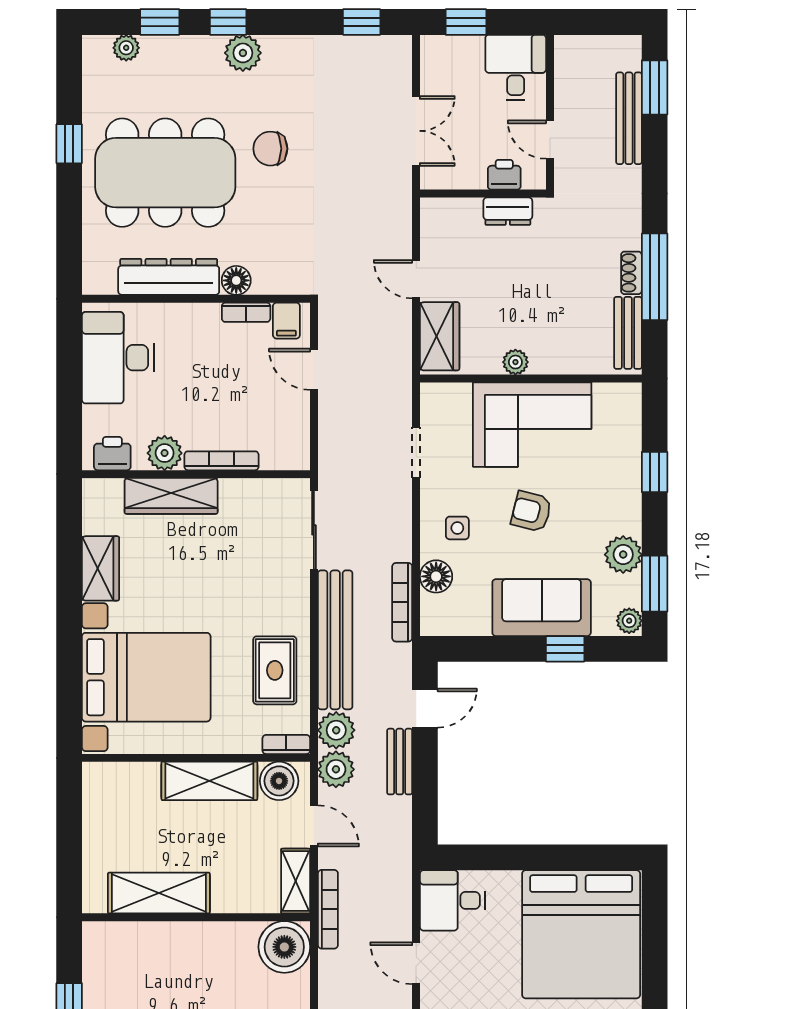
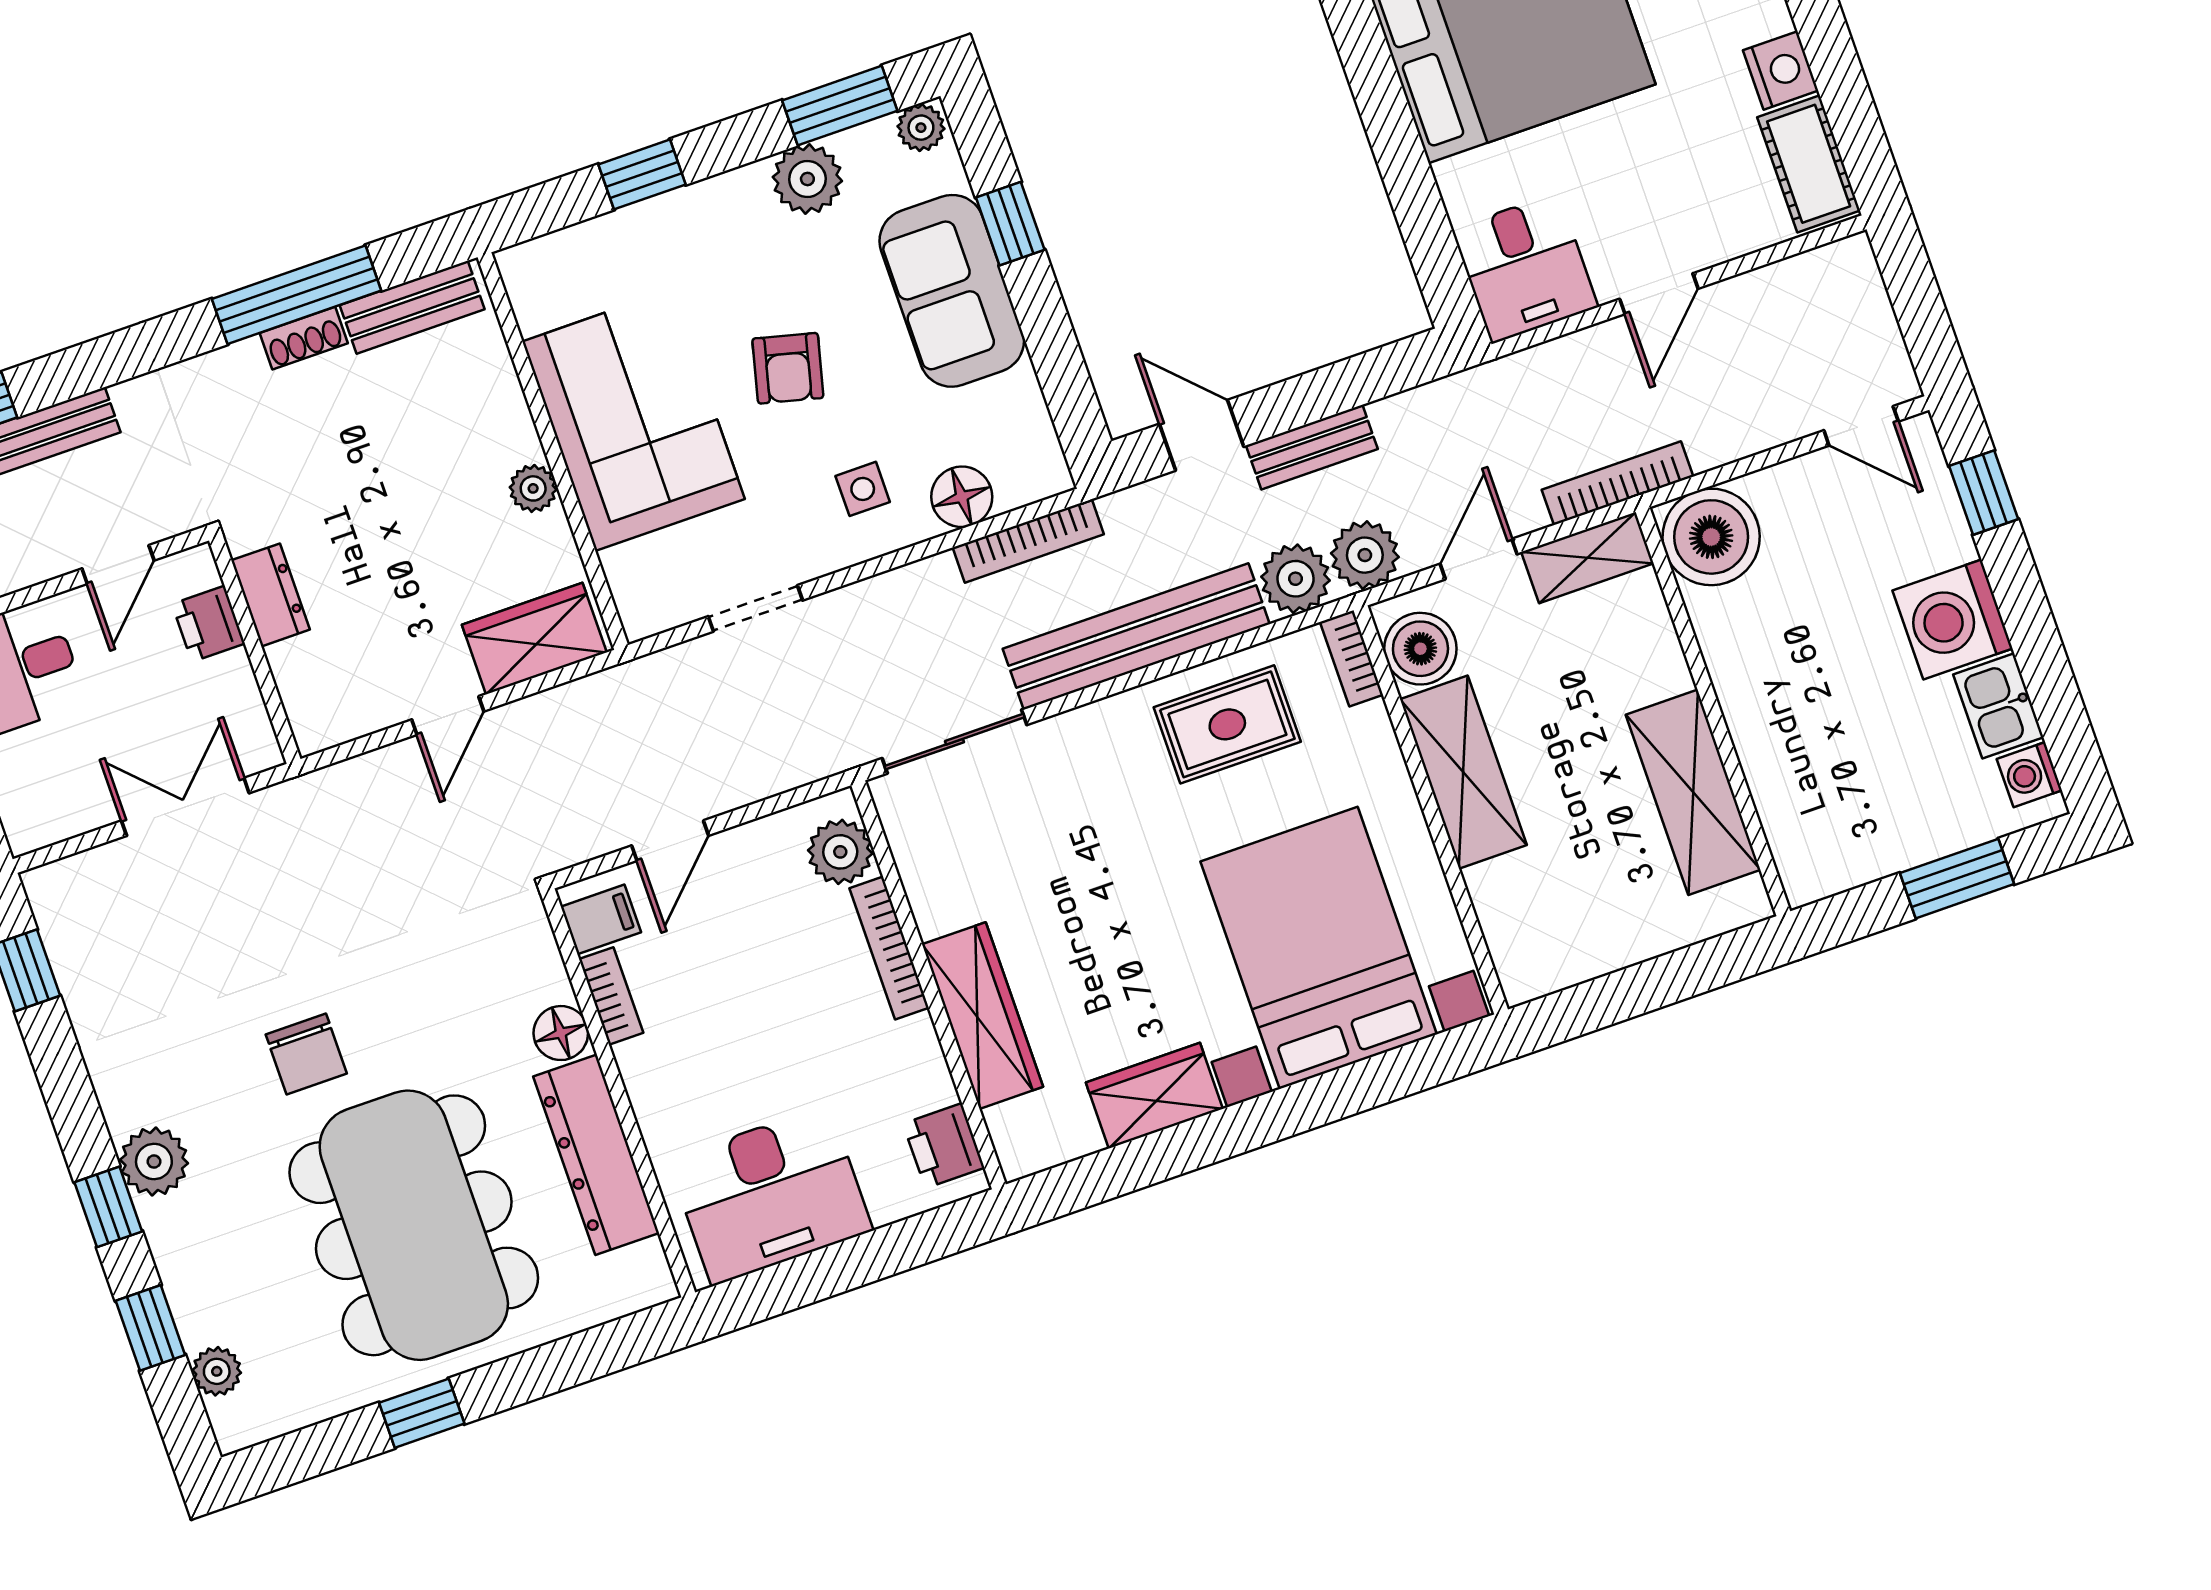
plant: (165, 453) -> (840, 852), moved

